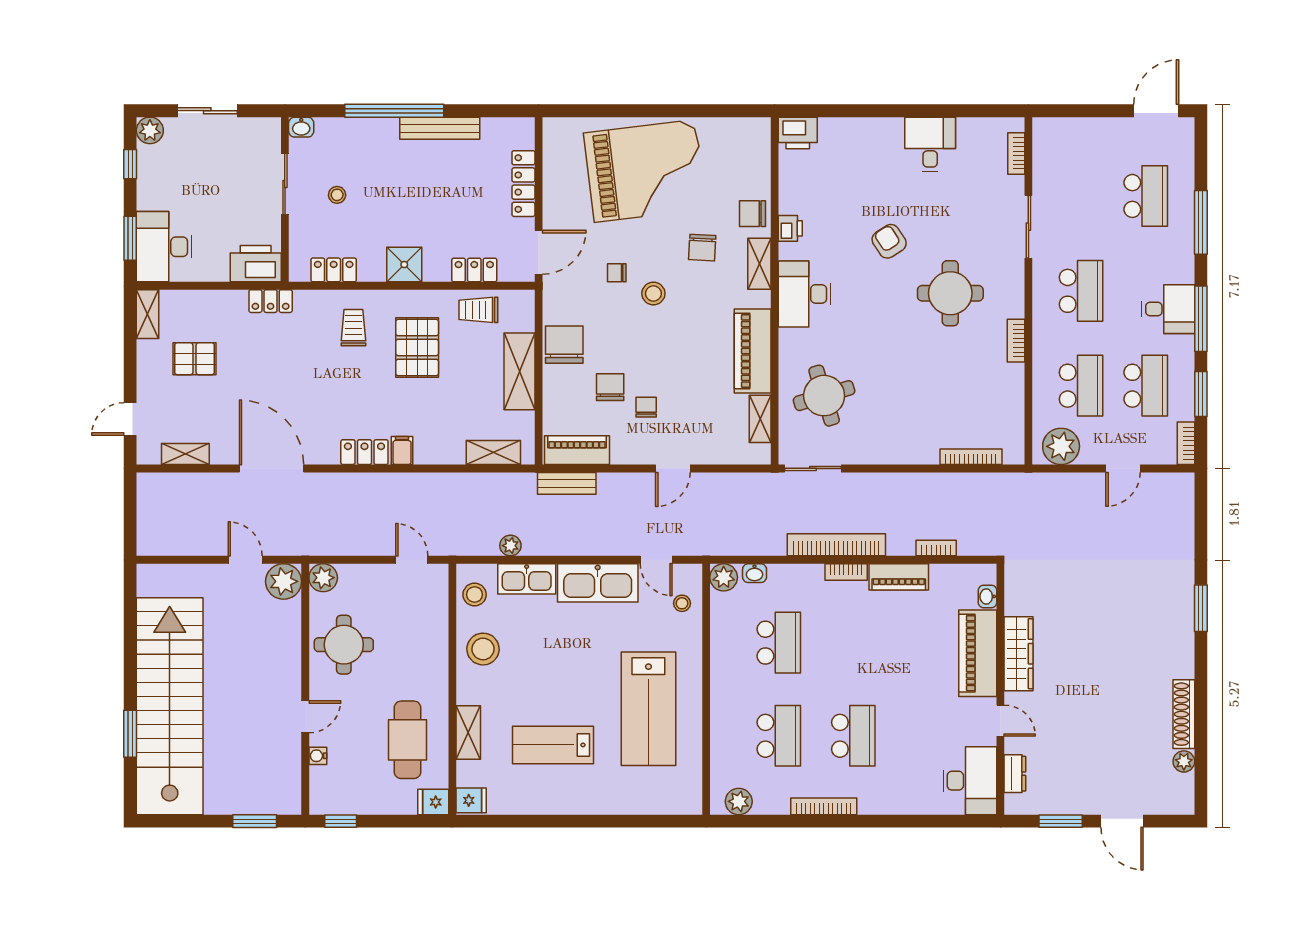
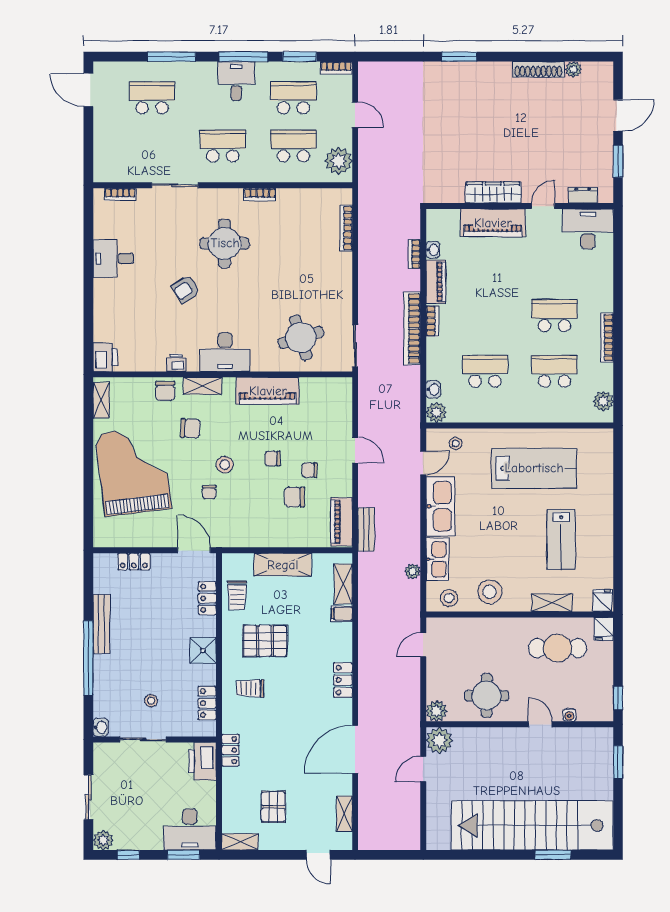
locker: (523, 184) -> (134, 562), width x0.66
chair: (564, 345) -> (273, 458), moved, width x0.54, depth x0.54
shelving: (760, 419) -> (101, 400), moved, turned 90
filing cabinet: (402, 450) -> (342, 614), moved
washbasin: (987, 596) -> (433, 250), moved, turned -90

